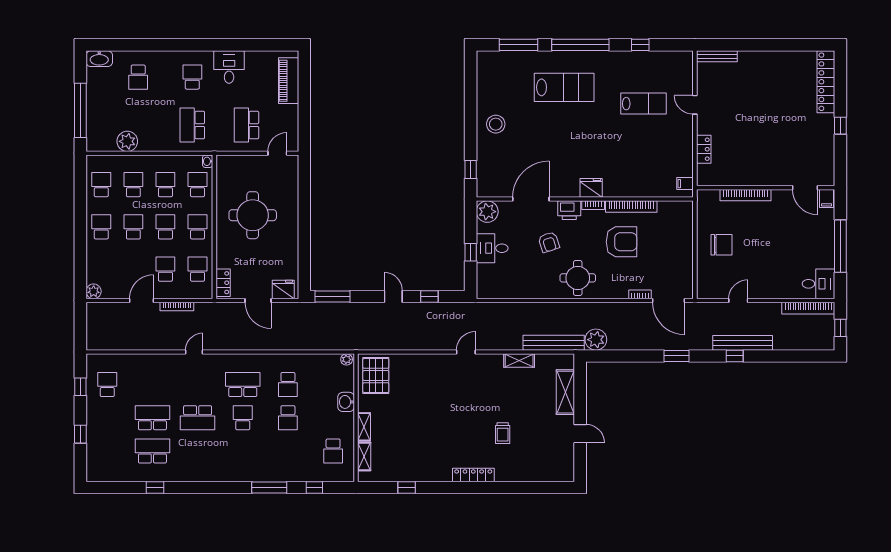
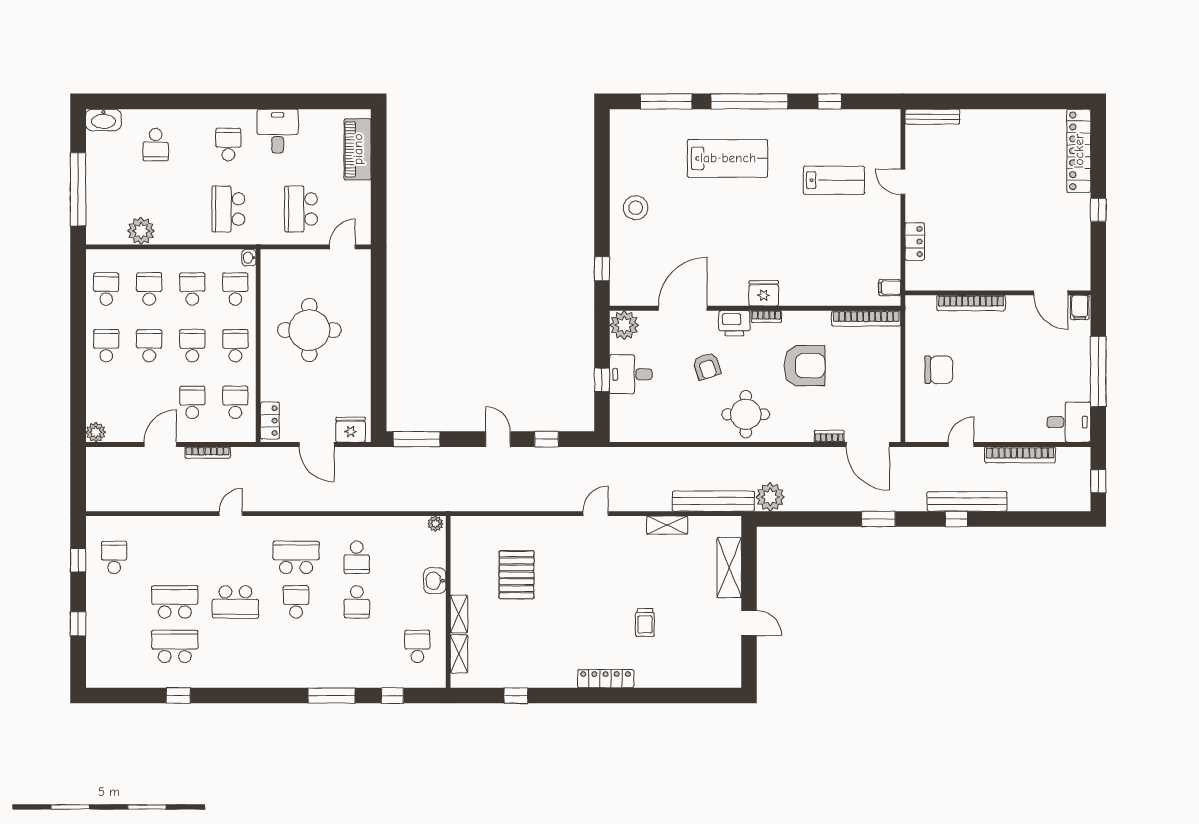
bookcase: (631, 207) -> (866, 318), moved
bookcase: (808, 308) -> (1020, 455), moved
pallet: (376, 375) -> (517, 575), moved
school desk: (333, 451) -> (417, 646), turned 180

